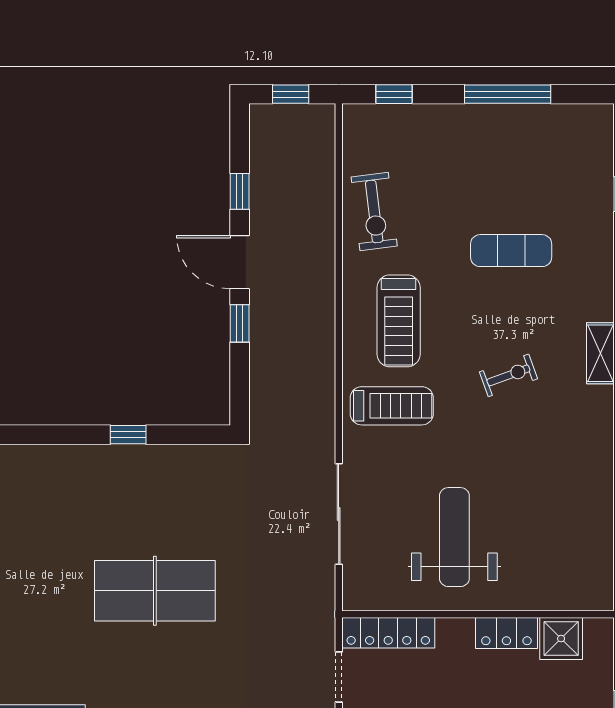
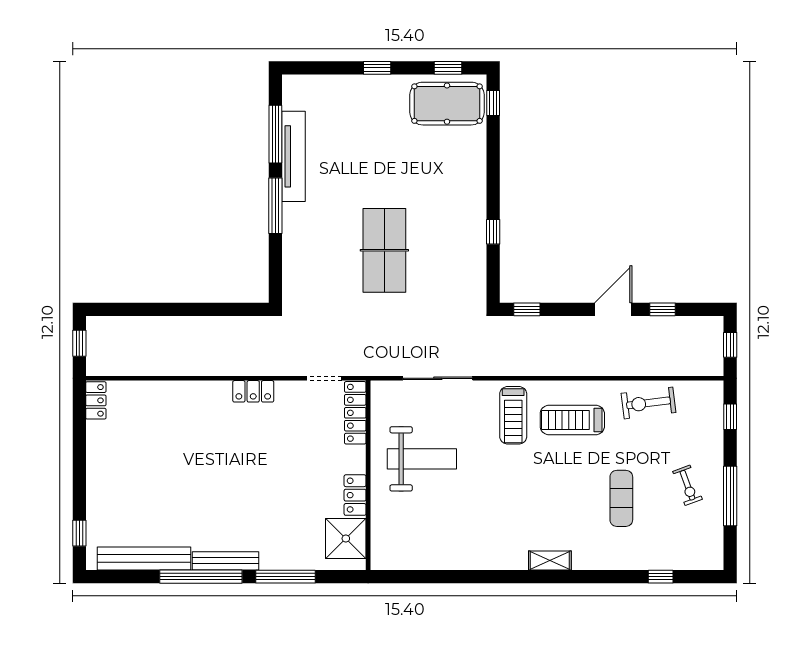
window: (240, 323) -> (527, 309), moved
exercise bike: (508, 375) -> (687, 485), moved
shower: (561, 639) -> (346, 538), width x1.36, depth x1.36

